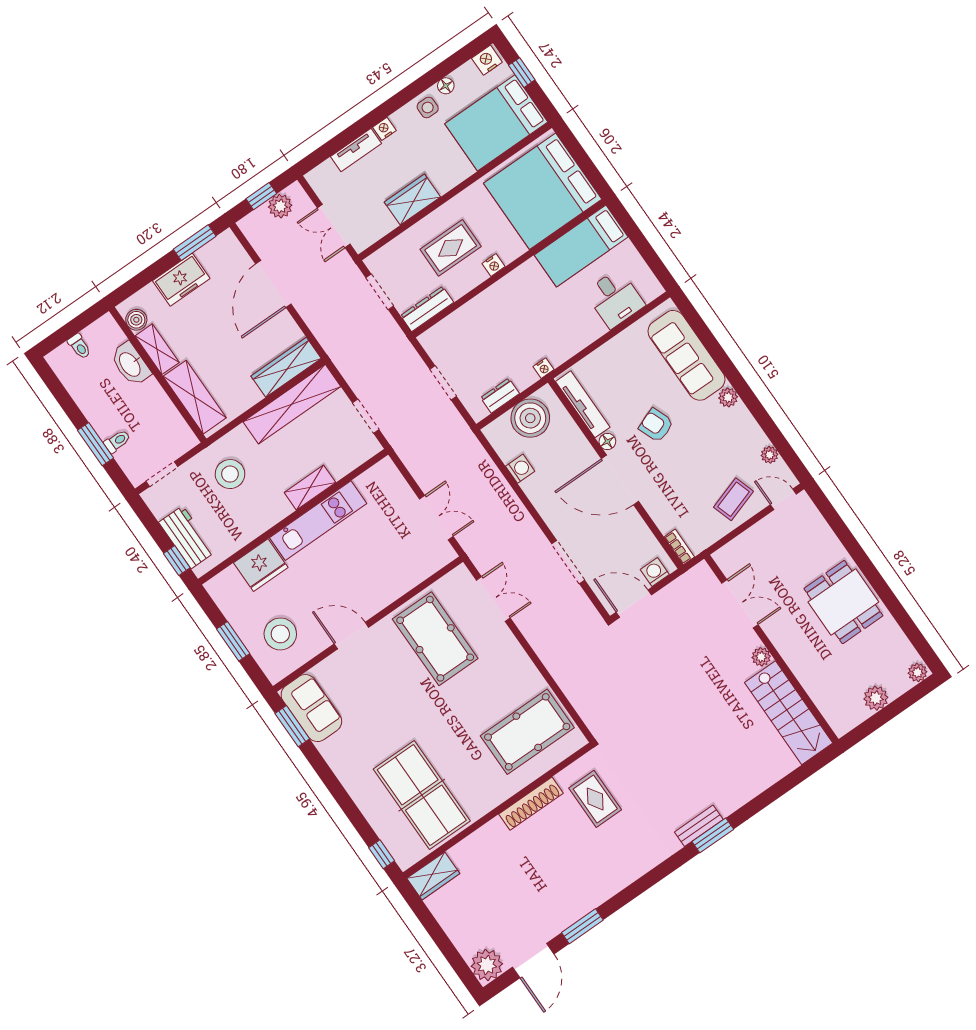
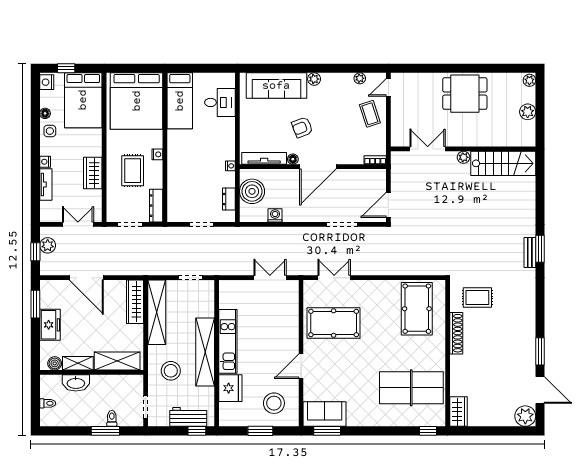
double door: (334, 226) -> (78, 224), swing flipped
shelving: (310, 488) -> (205, 352), width x2.20, depth x1.33
washing machine: (655, 572) -> (379, 182), removed

